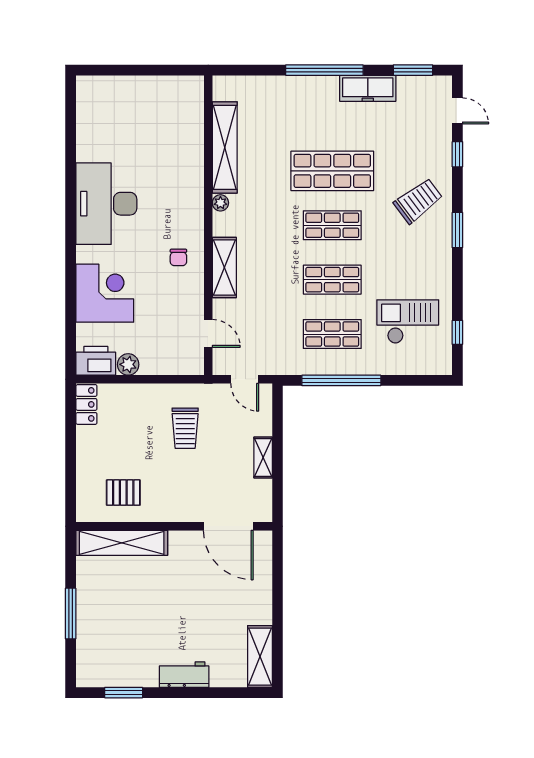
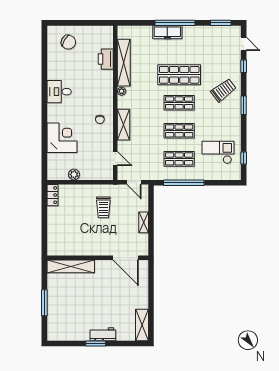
freezer: (368, 88) -> (167, 32), moved
chair: (117, 108) -> (68, 42), added
desk: (106, 204) -> (59, 92), width x0.53, depth x0.77
printer: (96, 361) -> (106, 59), moved, turned -90
pallet: (123, 493) -> (71, 241), removed
window: (124, 693) -> (96, 344), moved

